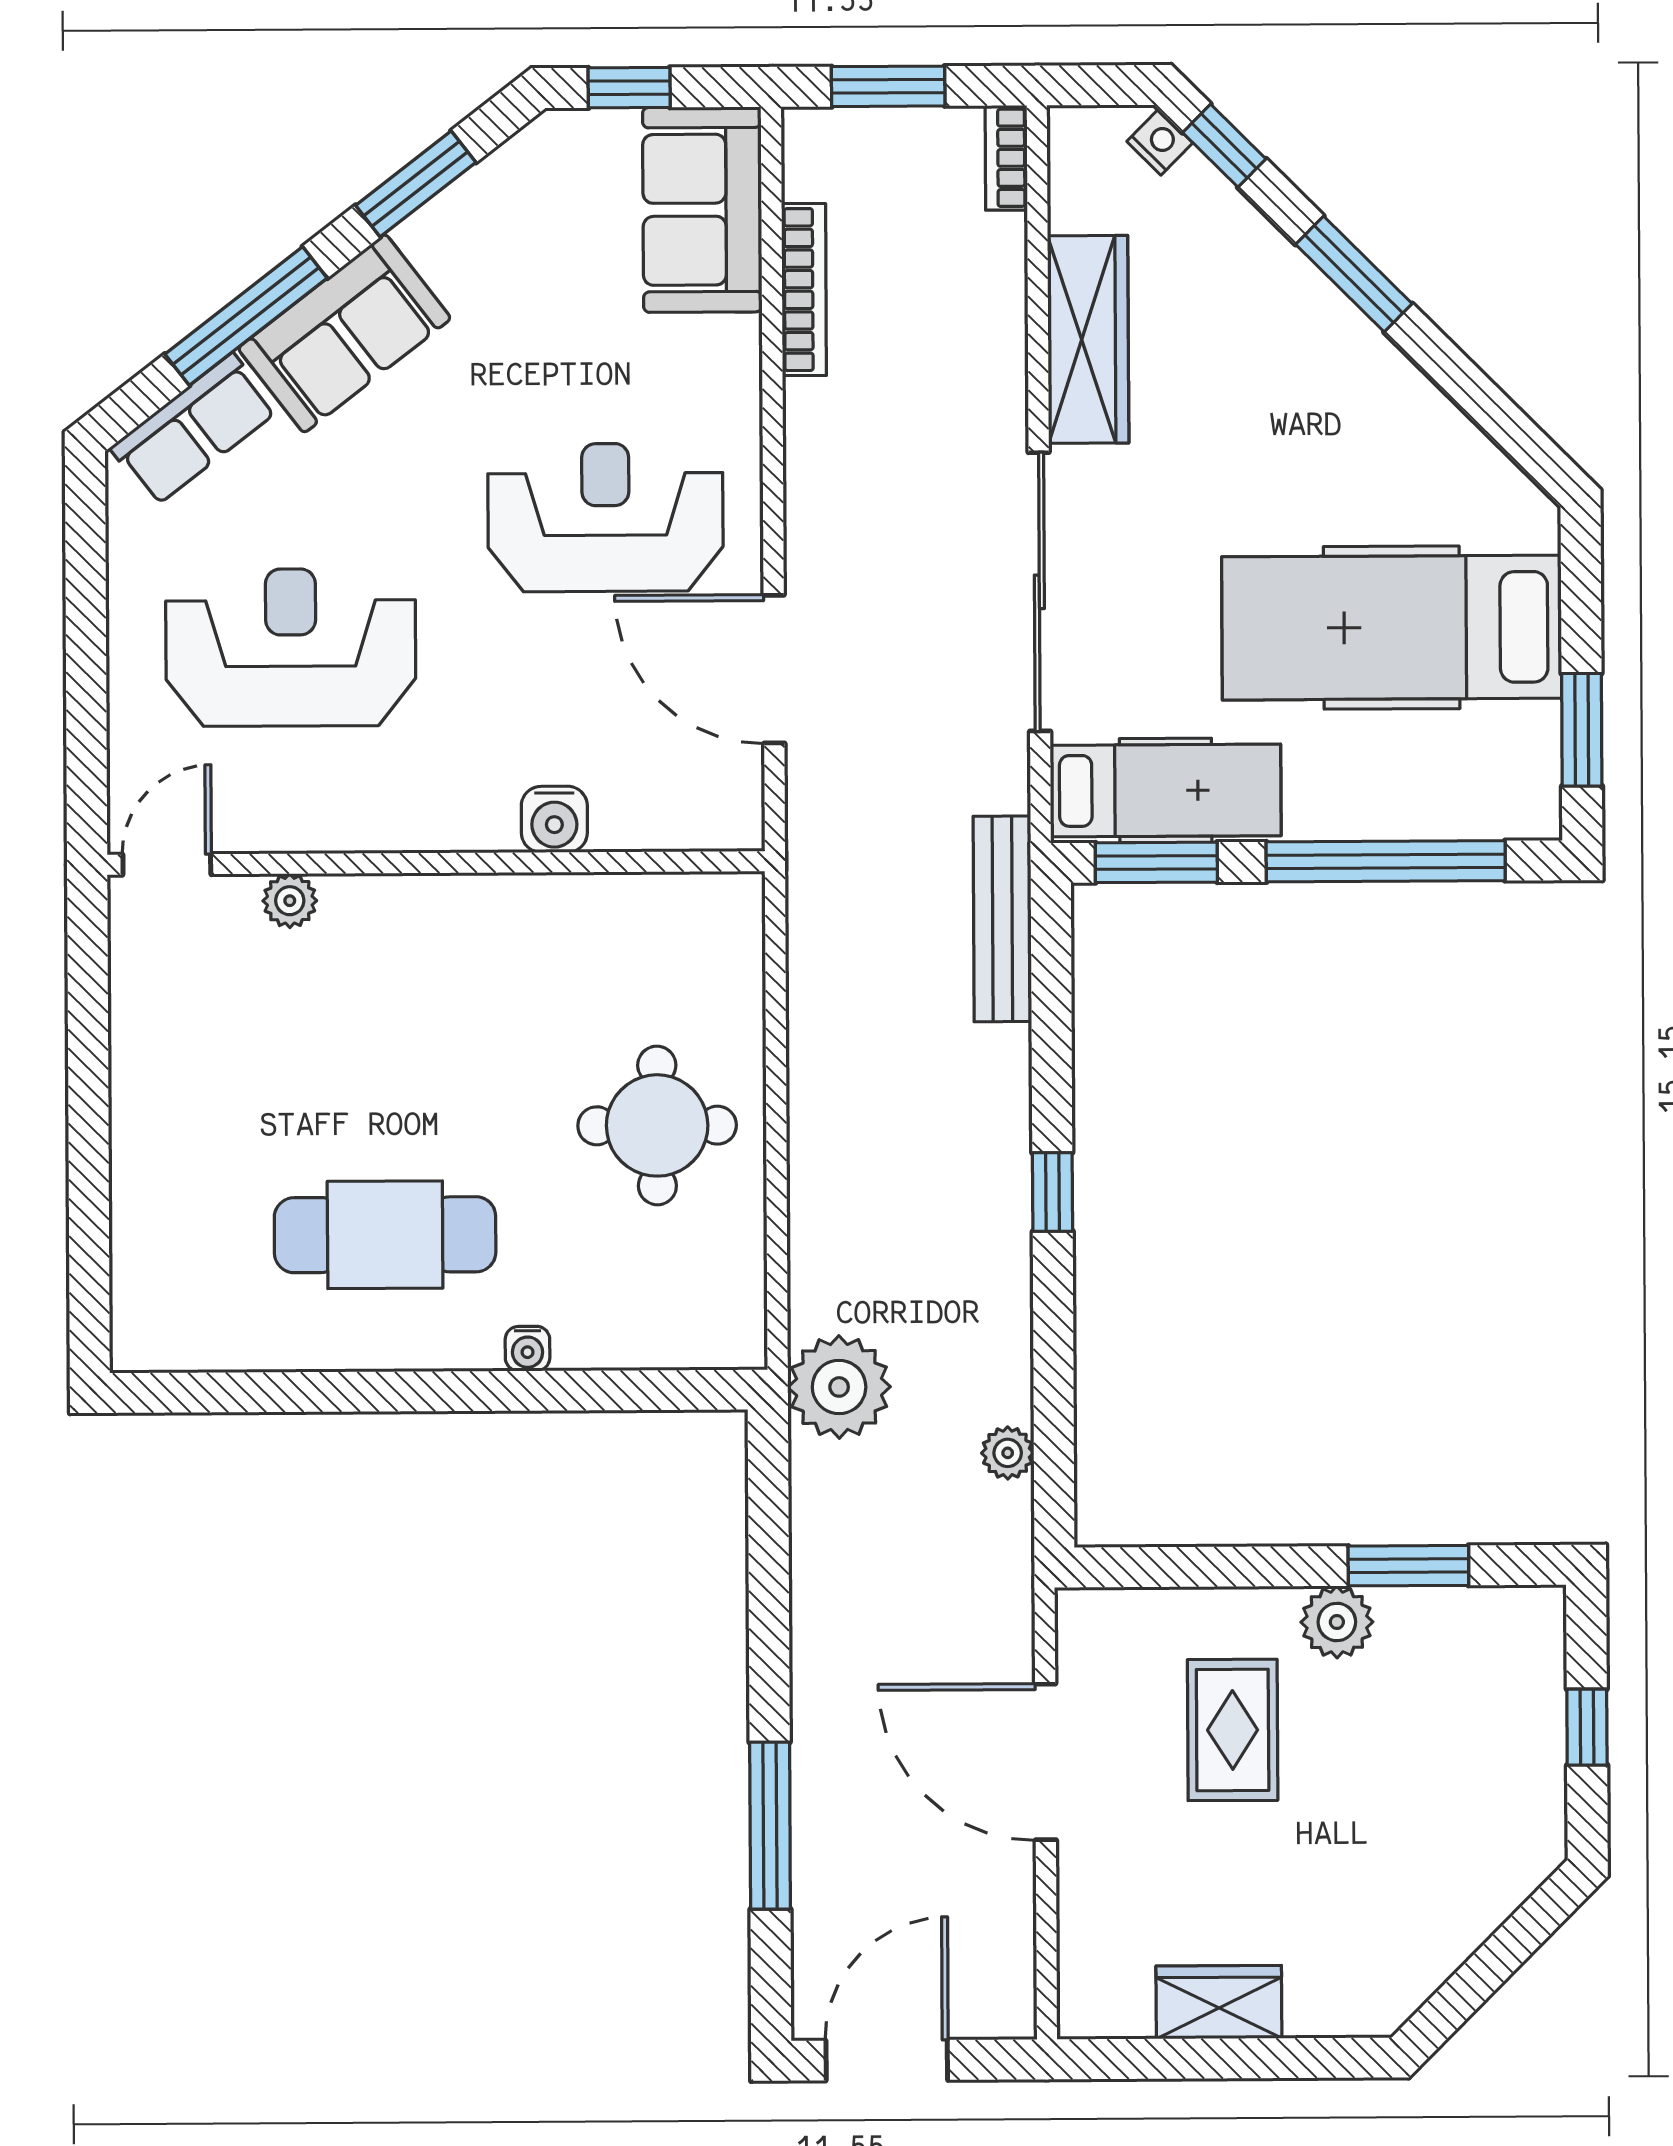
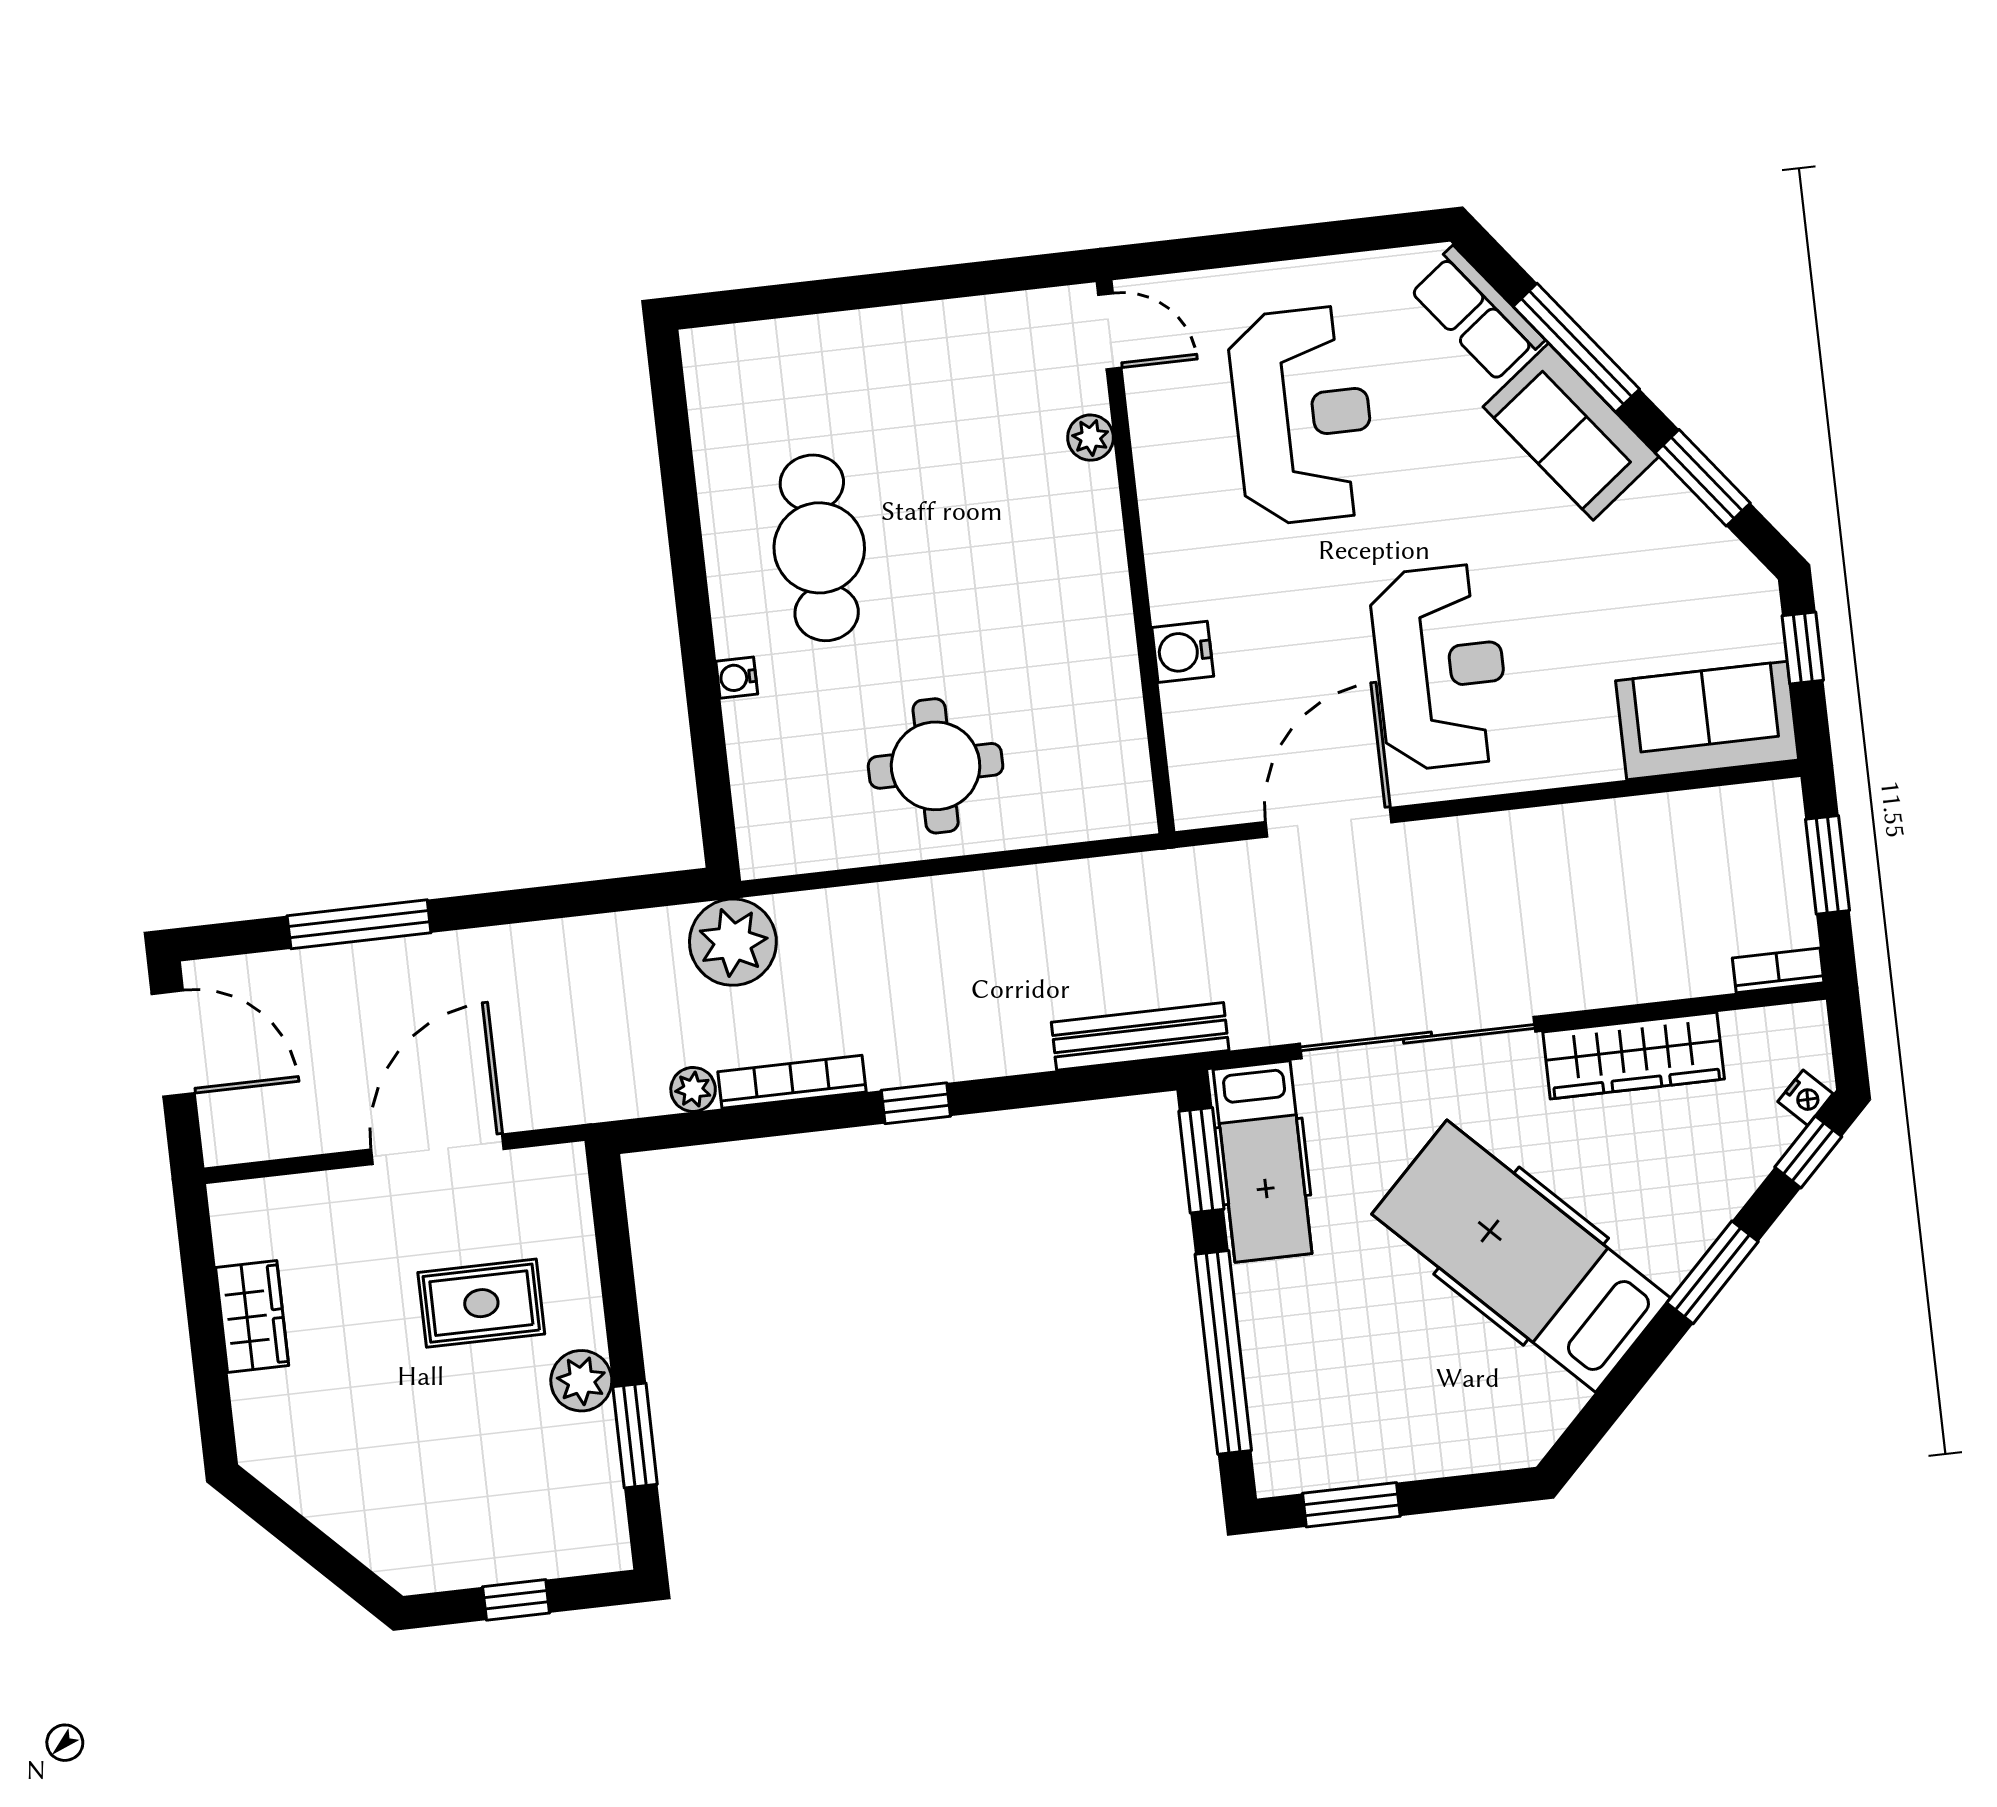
bookcase: (804, 290) -> (792, 1082), moved, turned 180
hospital bed: (1392, 628) -> (1521, 1256), moved, turned -45

